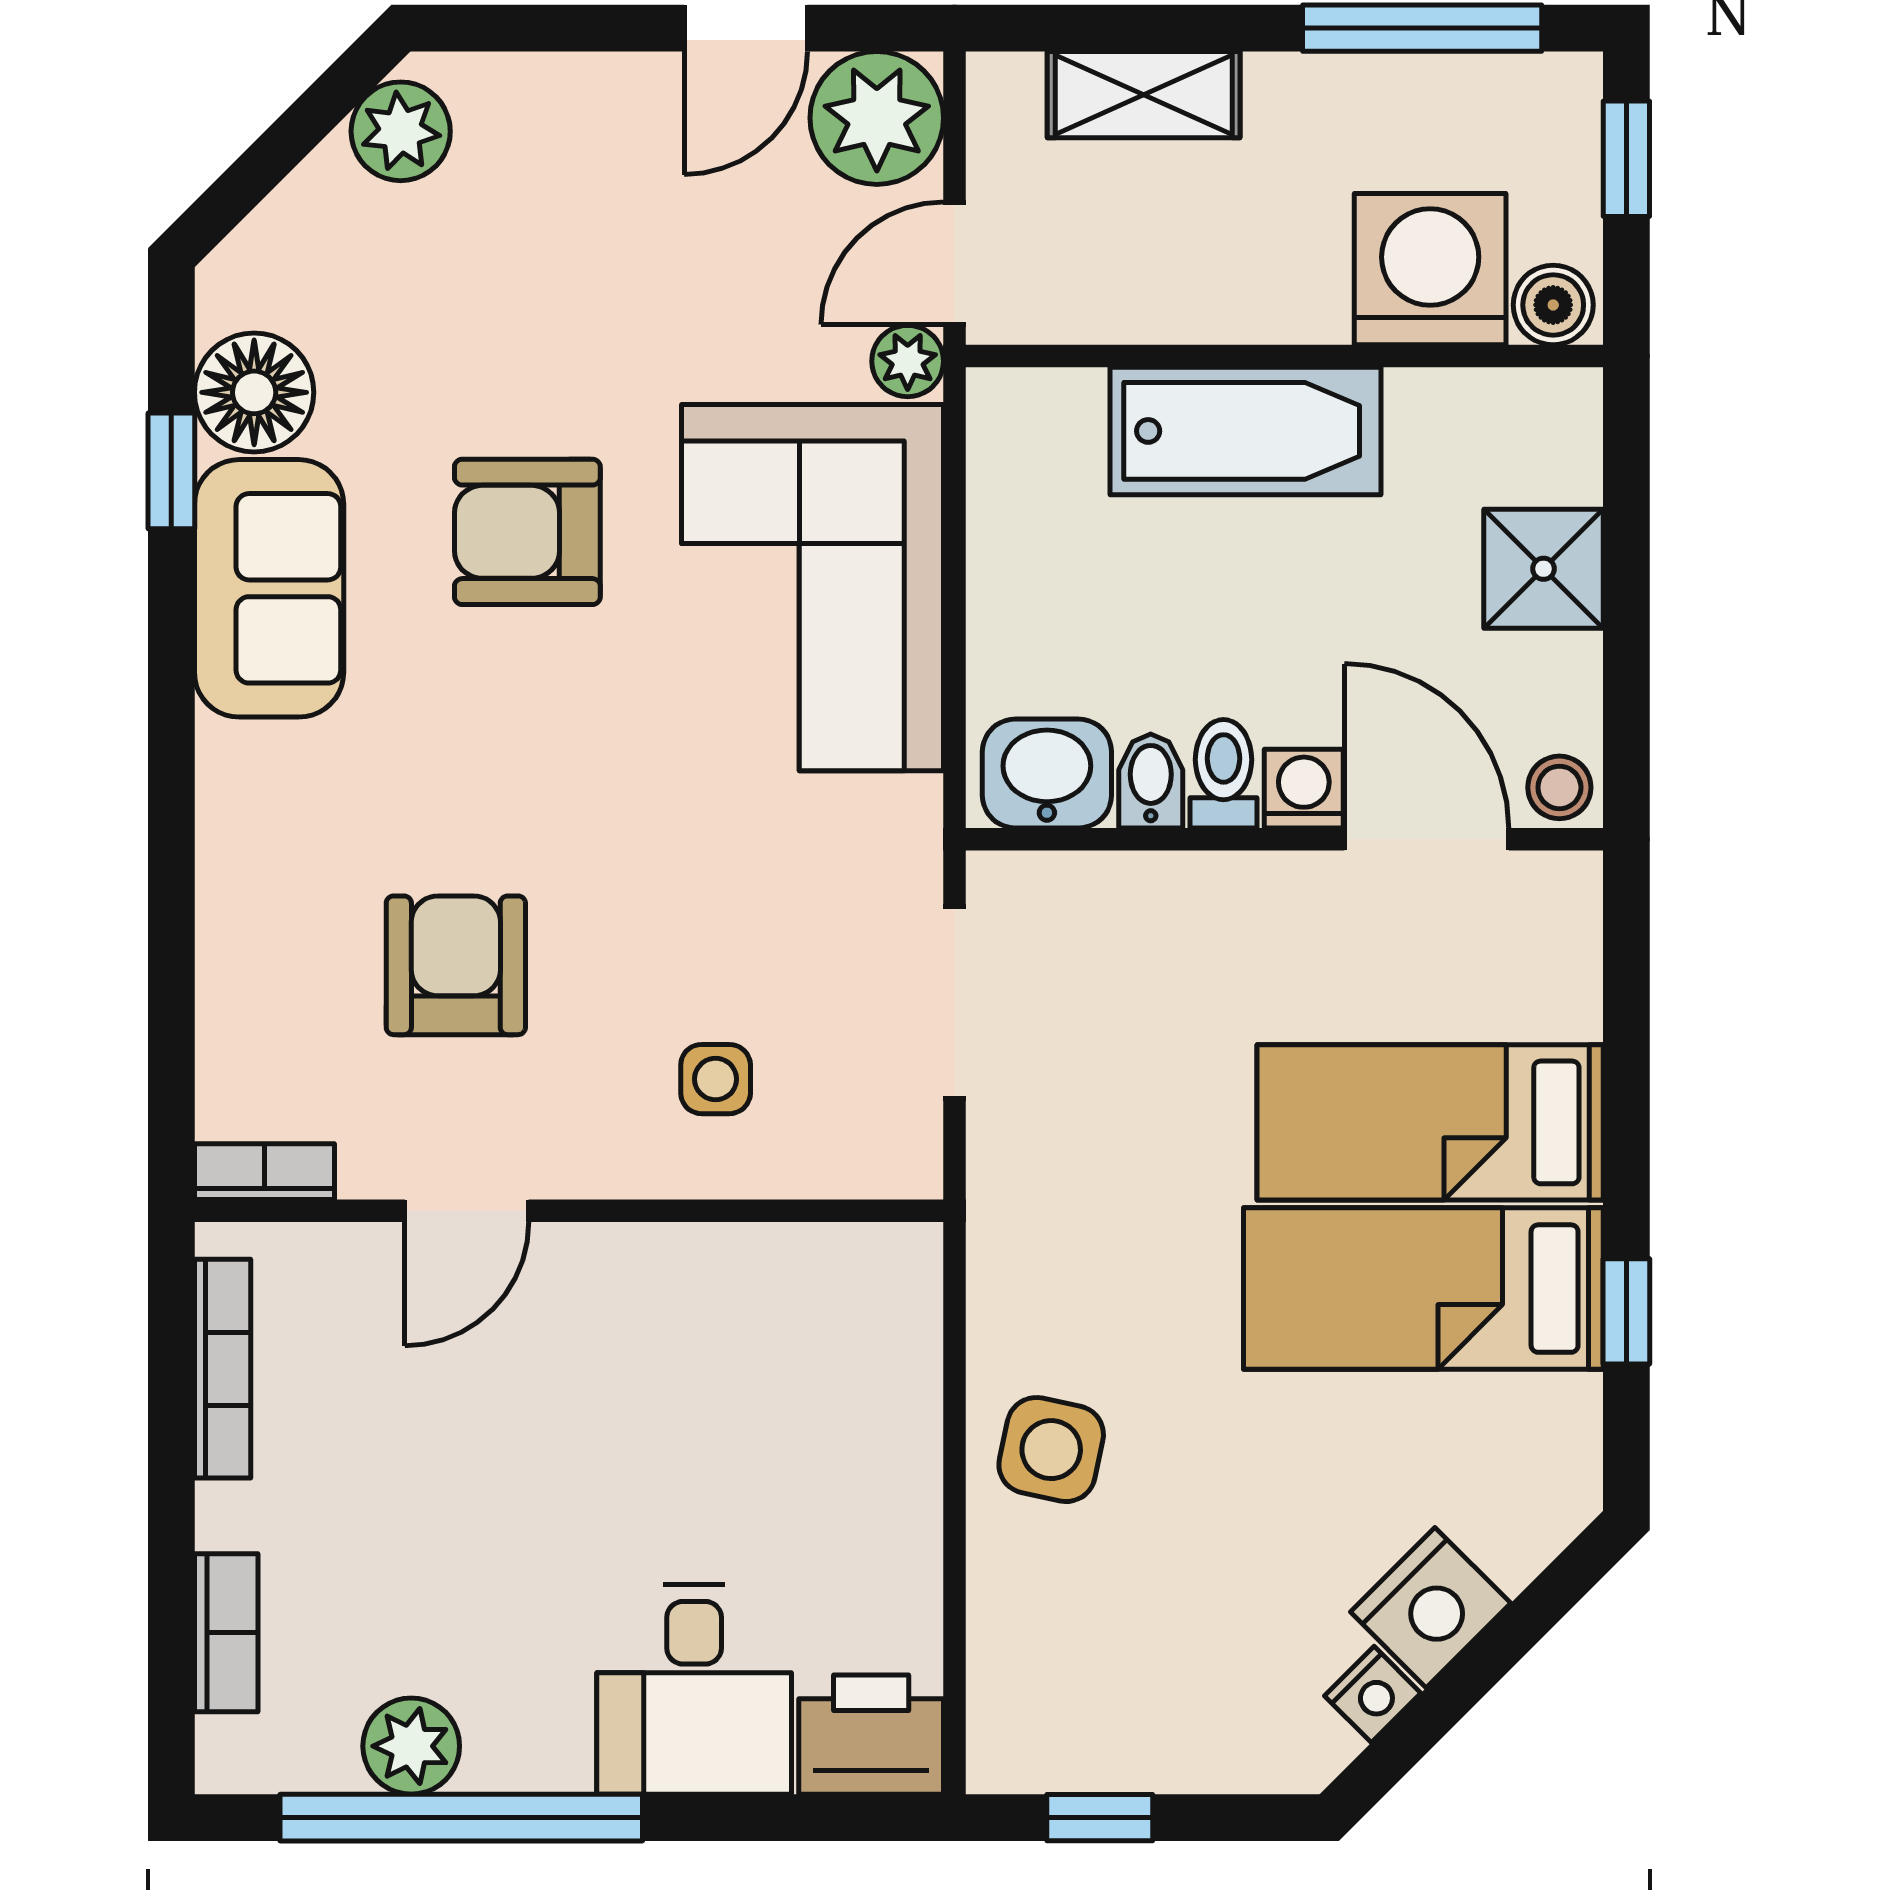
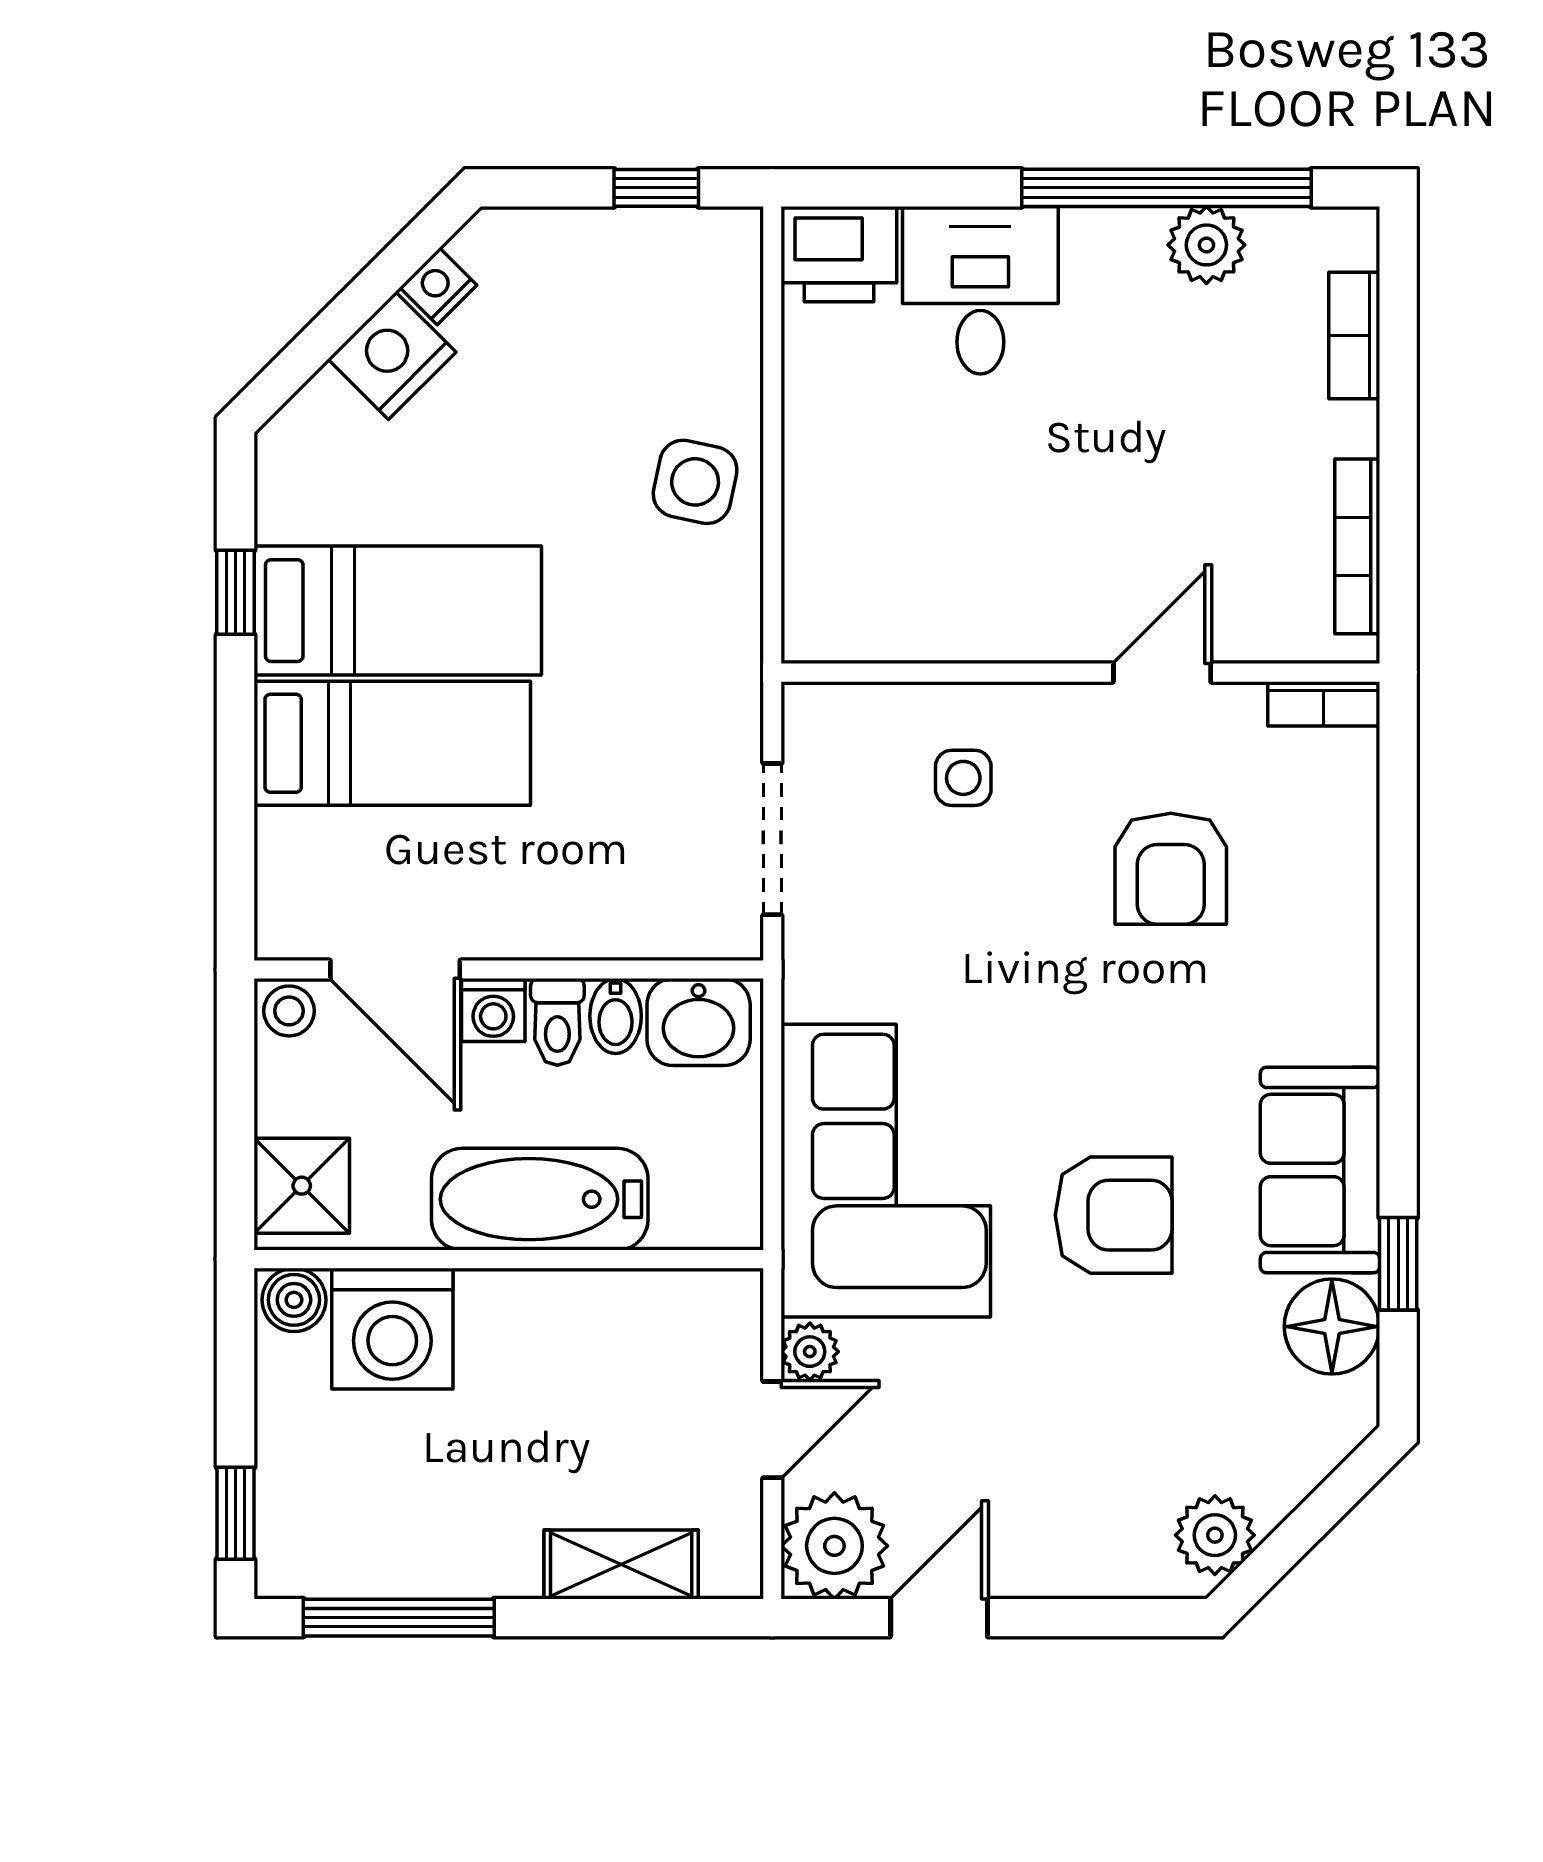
washing machine: (1430, 269) -> (392, 1329), moved
boiler: (1553, 305) -> (294, 1300), moved
wall: (1284, 356) -> (509, 1259), moved
bathtub: (1246, 431) -> (540, 1199), moved

